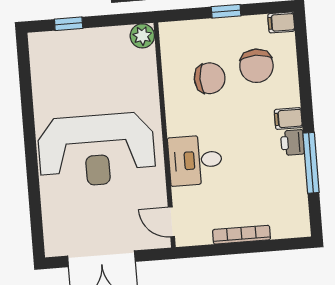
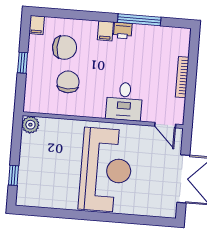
door: (171, 222) -> (165, 125), hinge flipped

